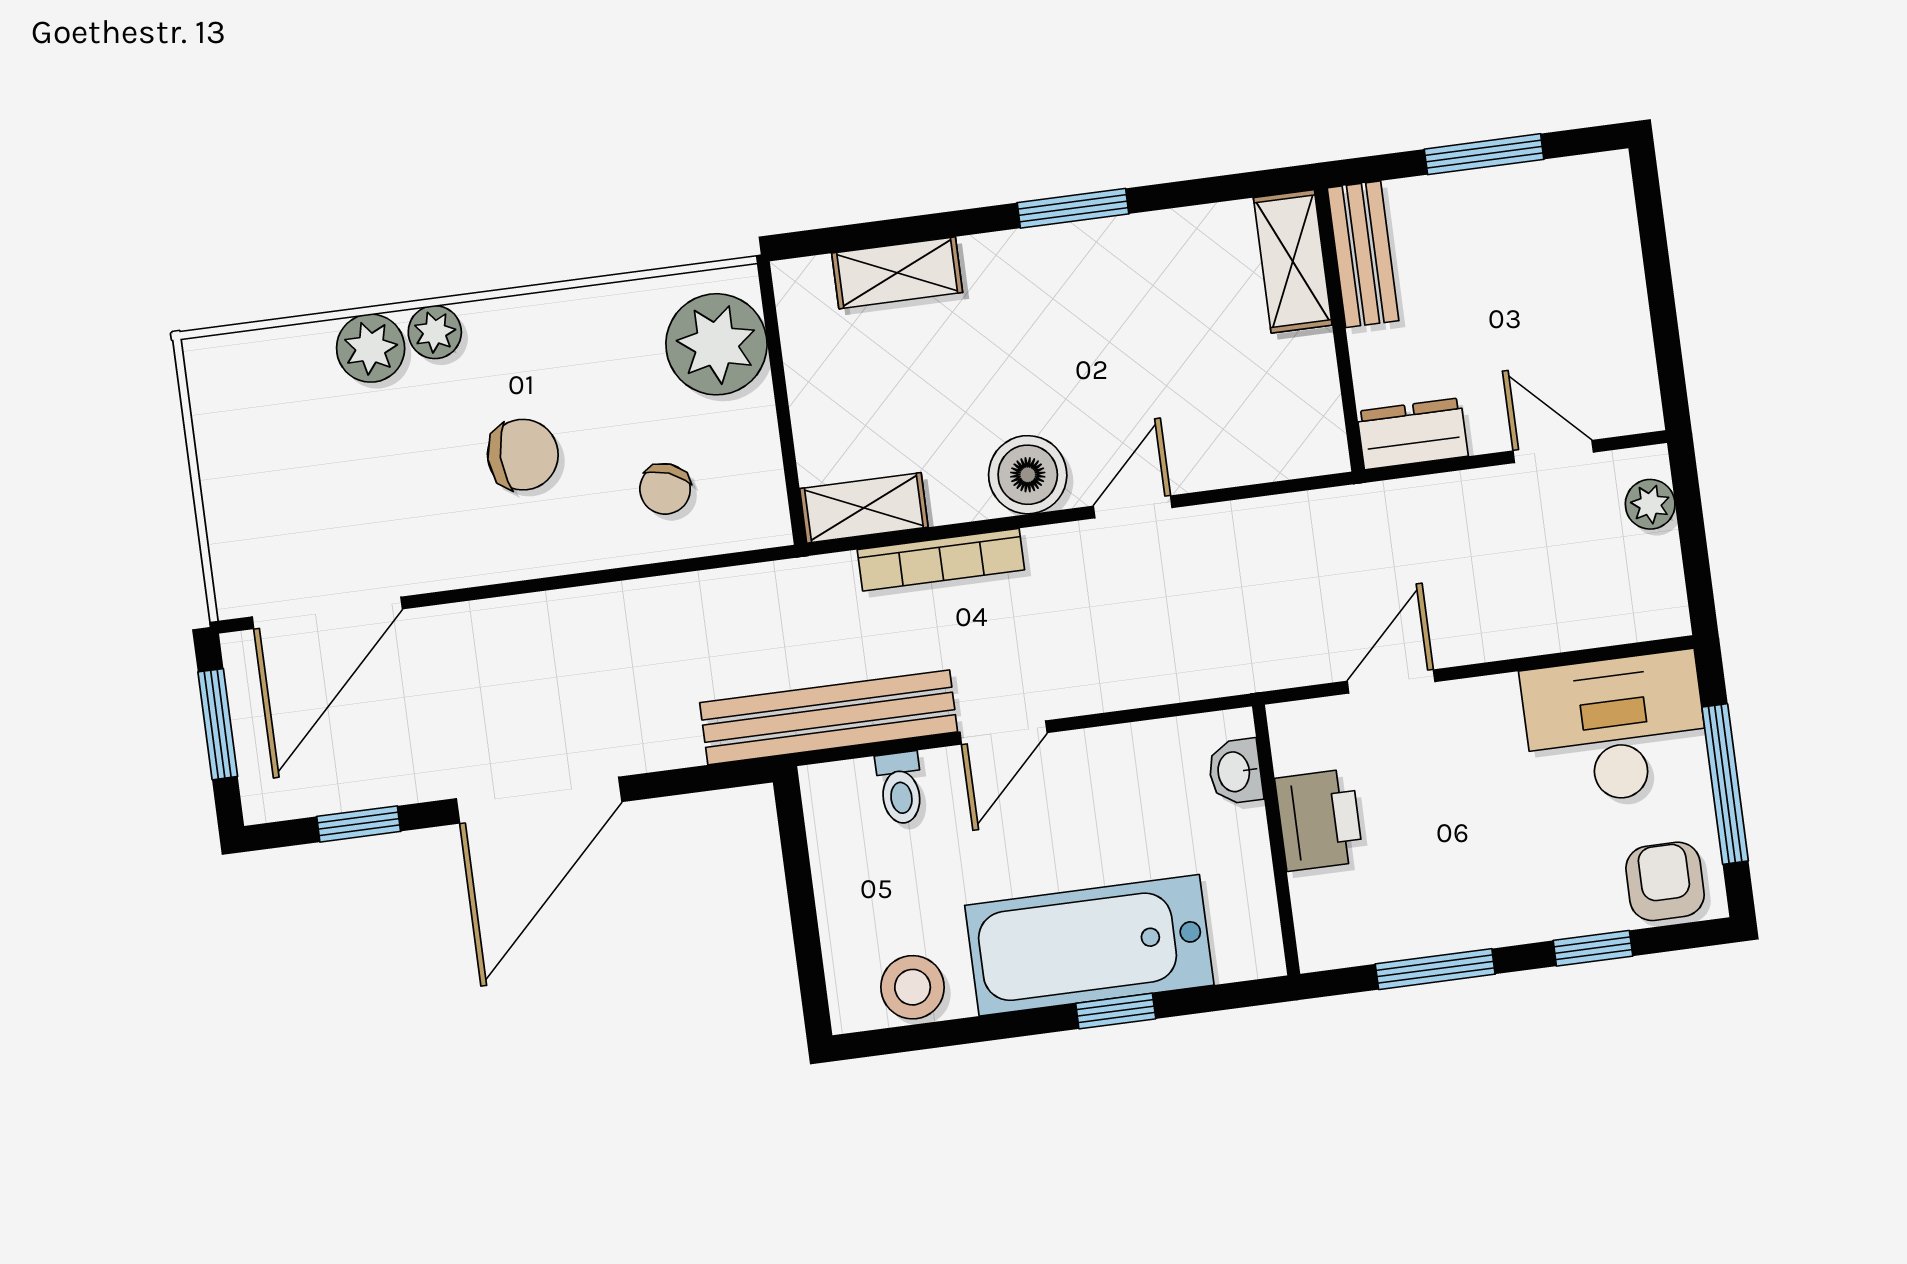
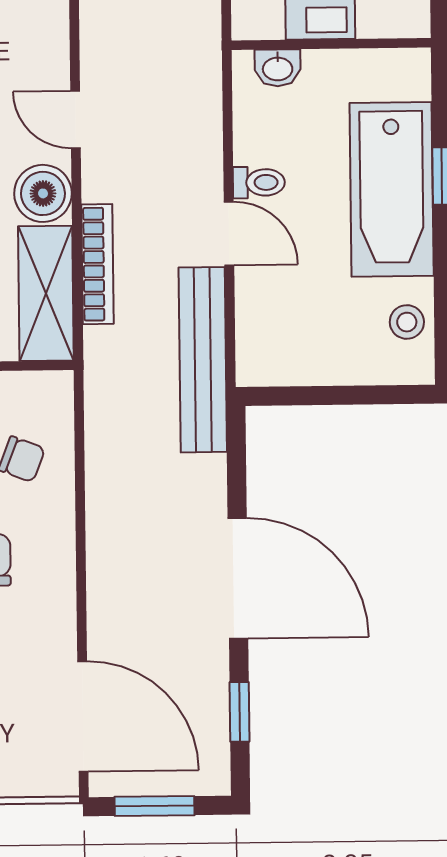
shelving: (864, 508) -> (46, 293), width x1.50, depth x1.33
toilet: (900, 788) -> (259, 182), moved
stool: (913, 987) -> (407, 322), width x0.73, depth x0.73

